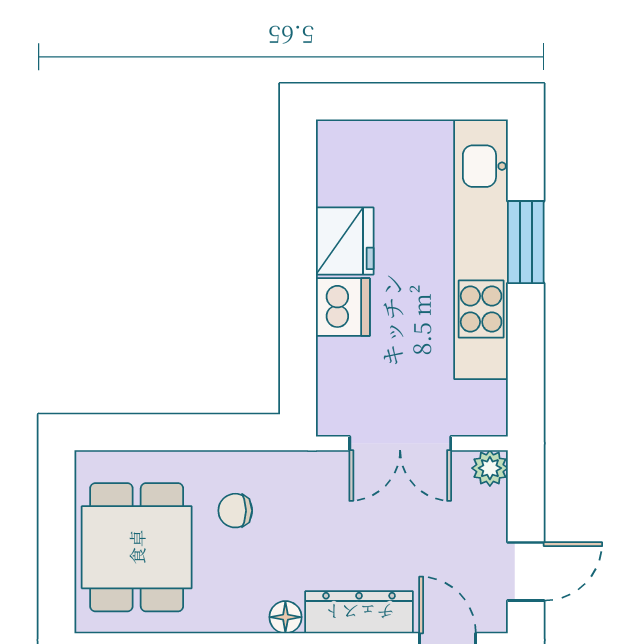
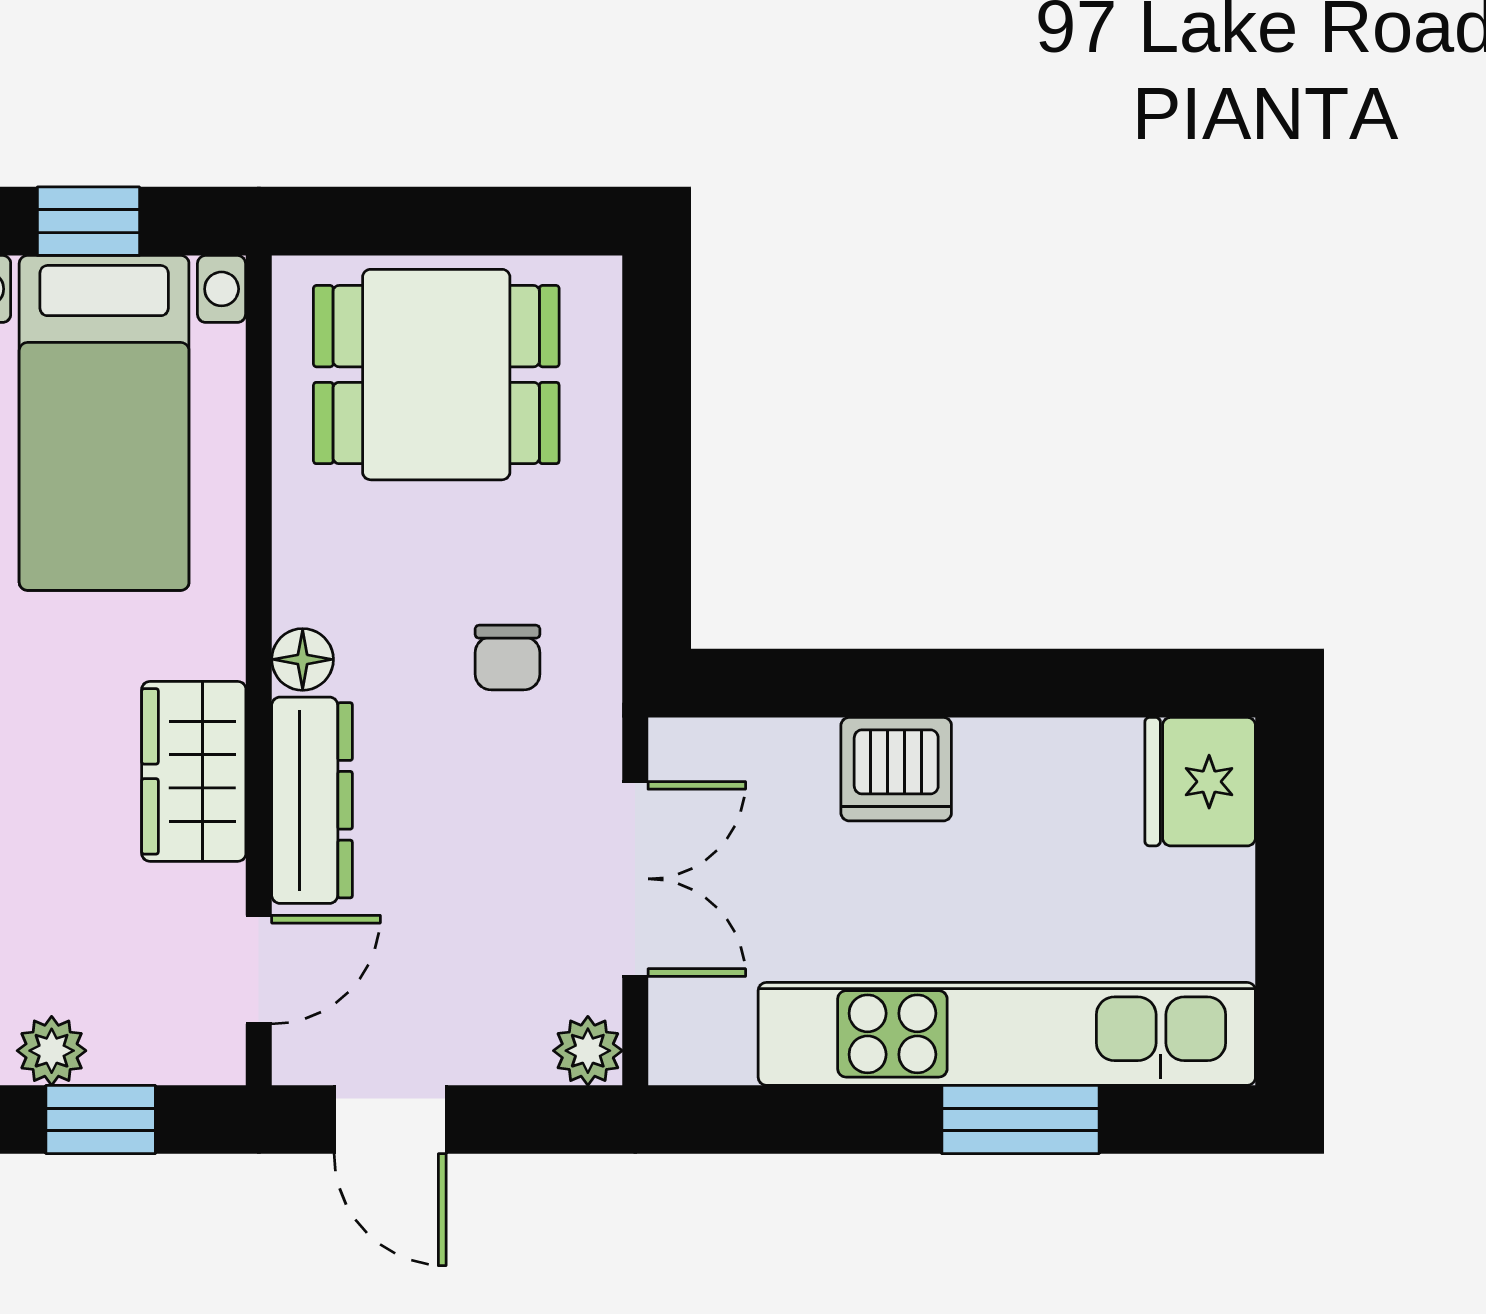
fridge: (345, 241) -> (1200, 782), moved, turned 90
double door: (400, 443) -> (635, 879), swing flipped
chair: (235, 511) -> (507, 658), moved, turned 180

